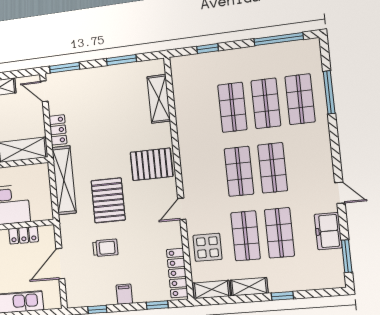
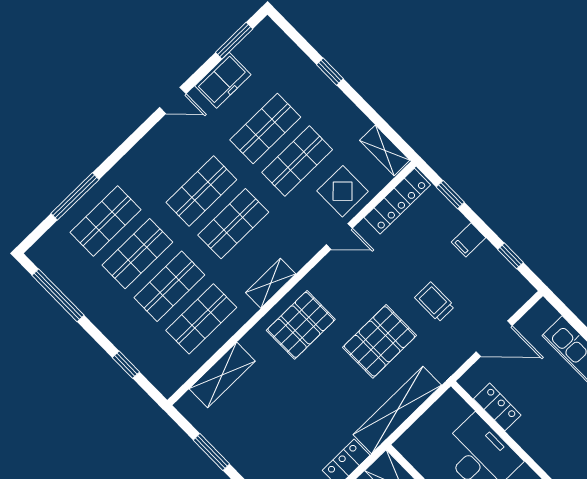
shop shelf: (199, 111) -> (201, 319), added
pallet: (152, 164) -> (301, 325), turned 90
door: (340, 193) -> (173, 101), swing flipped
door: (182, 209) -> (339, 236), moved
shelving: (249, 287) -> (271, 283), moved, turned 90

